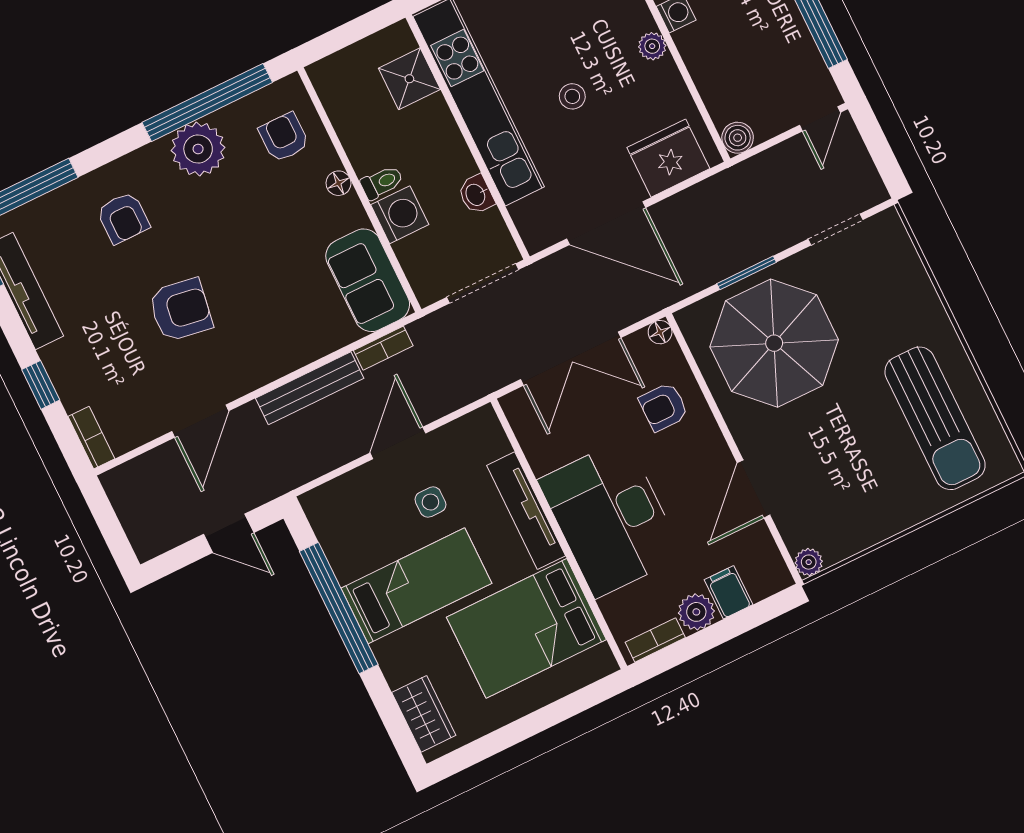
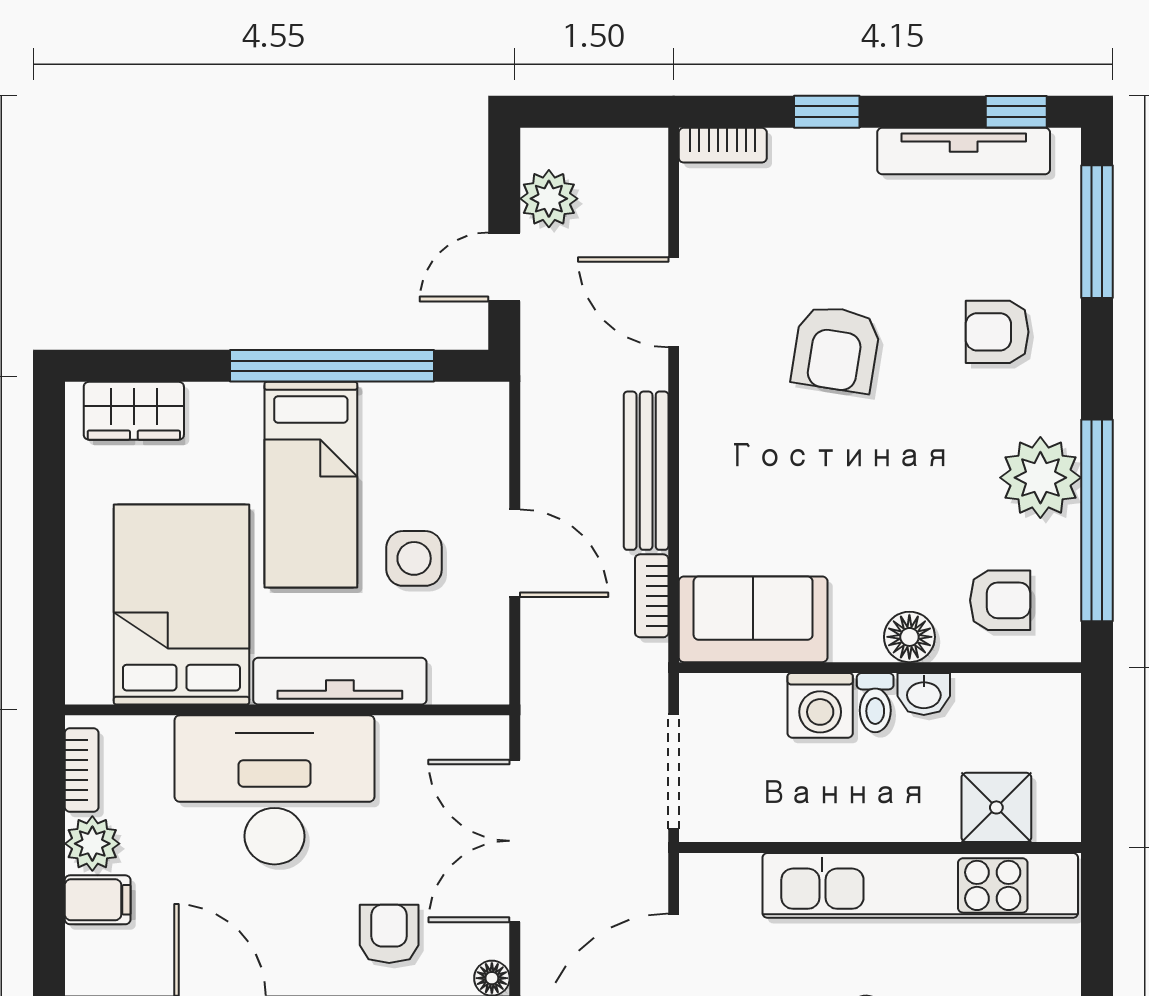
floor lamp: (339, 183) -> (909, 637), width x1.37, depth x1.37
washbasin: (476, 194) -> (924, 694), moved, turned 180
side table: (430, 502) -> (414, 558), width x1.37, depth x1.37
plant: (175, 526) -> (549, 199), added

